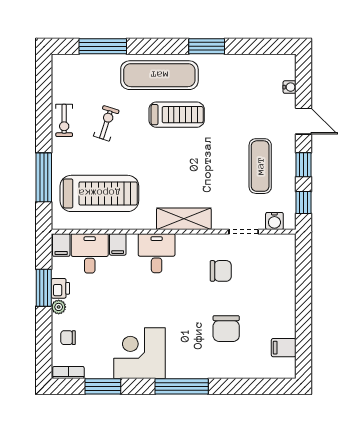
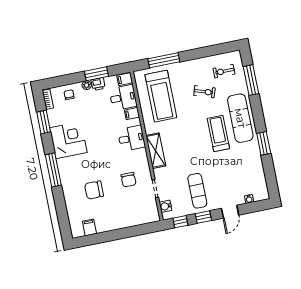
treadmill: (177, 115) -> (218, 133), turned 180
exercise bike: (64, 120) -> (224, 71), moved
exercise mat: (260, 166) -> (197, 191), turned 90

